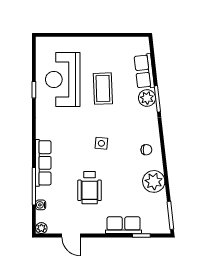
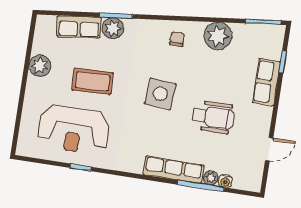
plant: (109, 45) -> (40, 66), added
side table: (101, 143) -> (160, 94), width x1.87, depth x1.87
plant: (41, 228) -> (211, 178), moved

